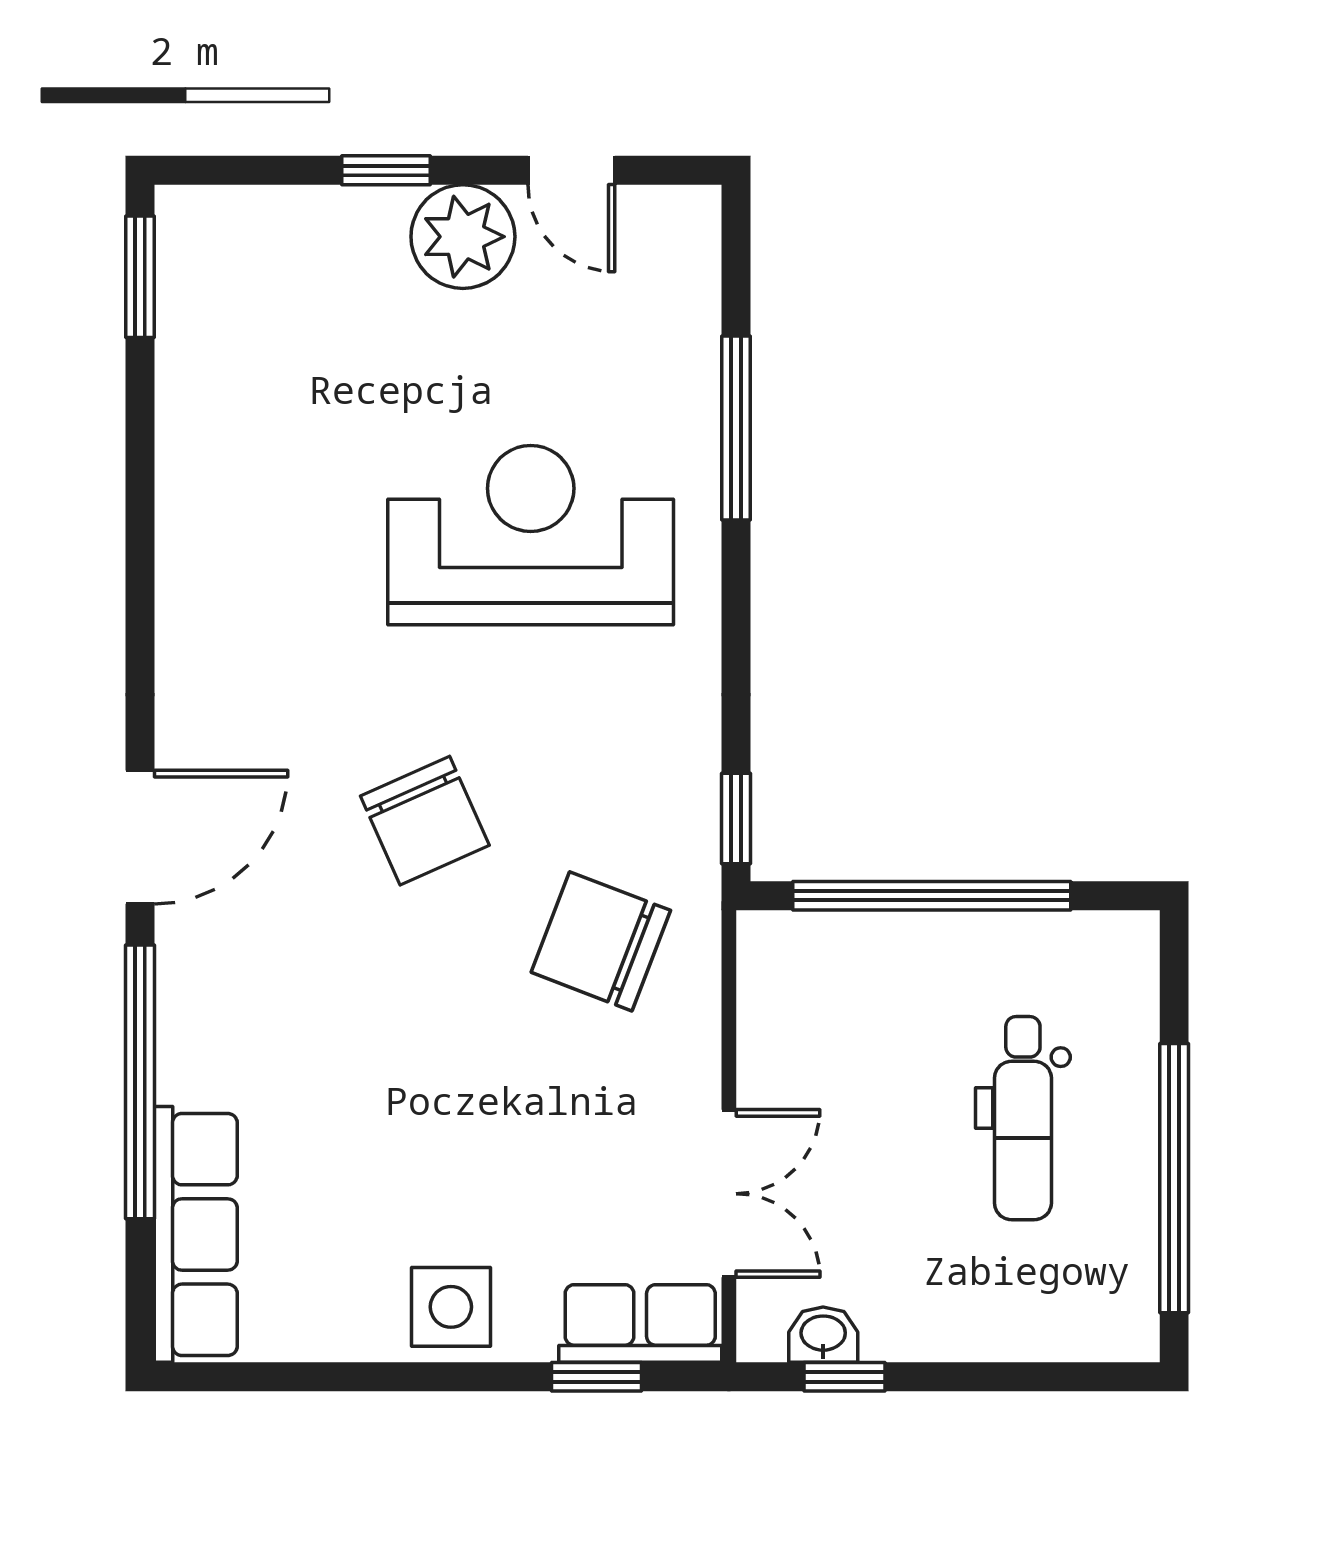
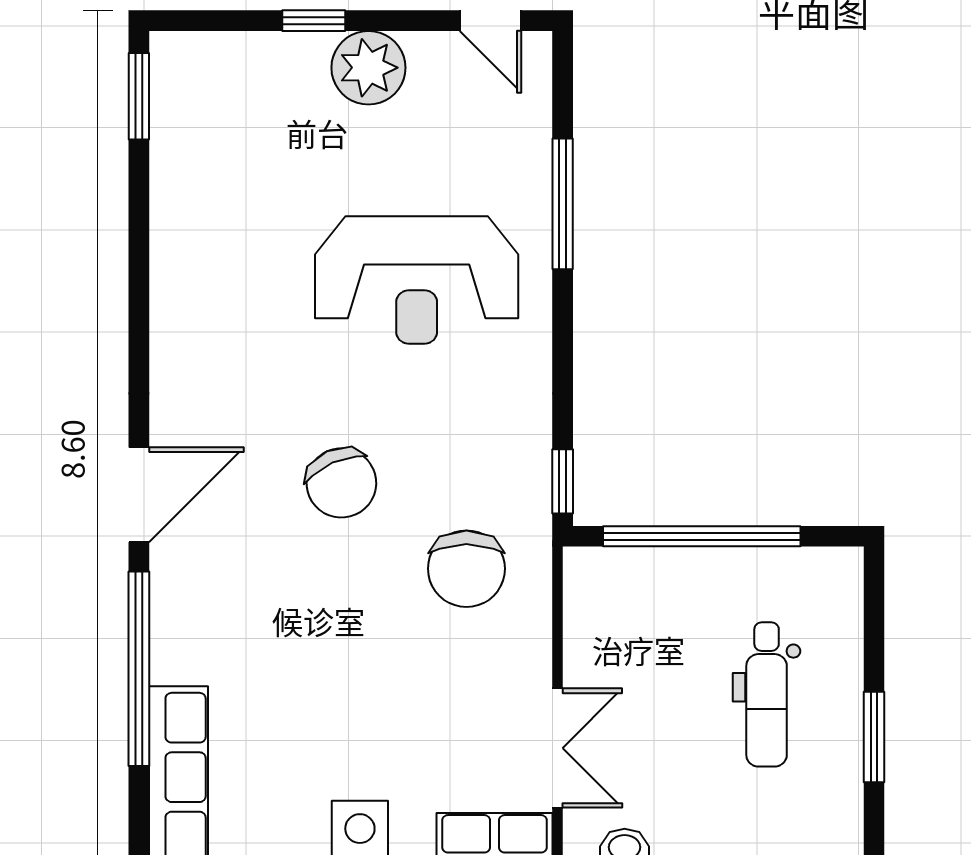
door: (571, 170) -> (490, 21), moved
reception desk: (531, 535) -> (417, 280), turned 180
chair: (601, 941) -> (466, 569), turned -111
window: (1174, 1178) -> (874, 737), width x0.47

